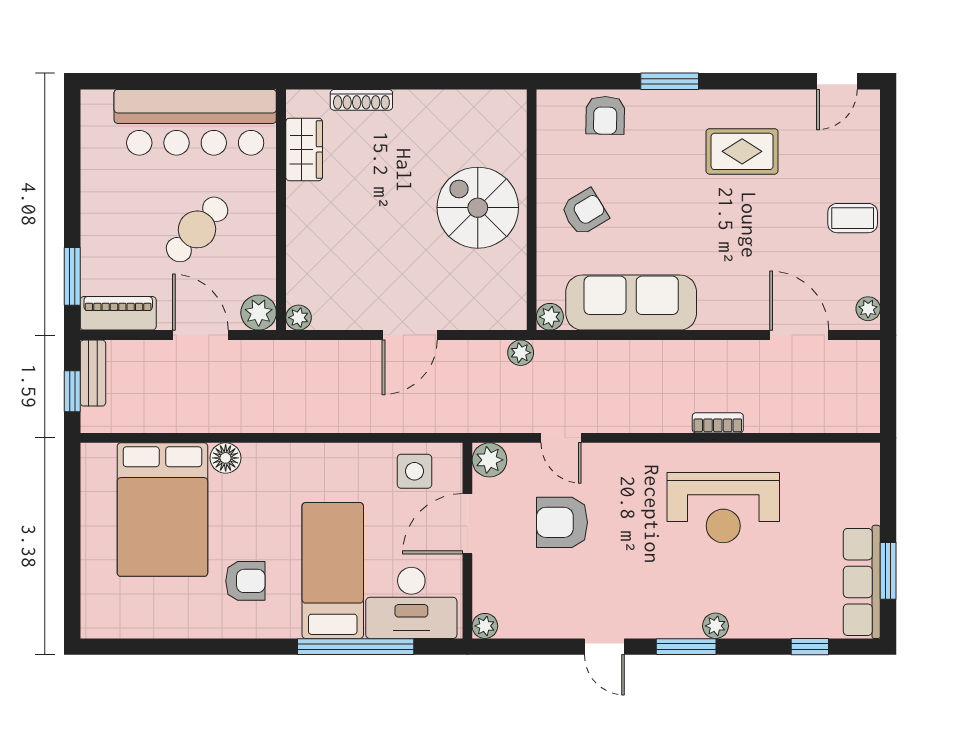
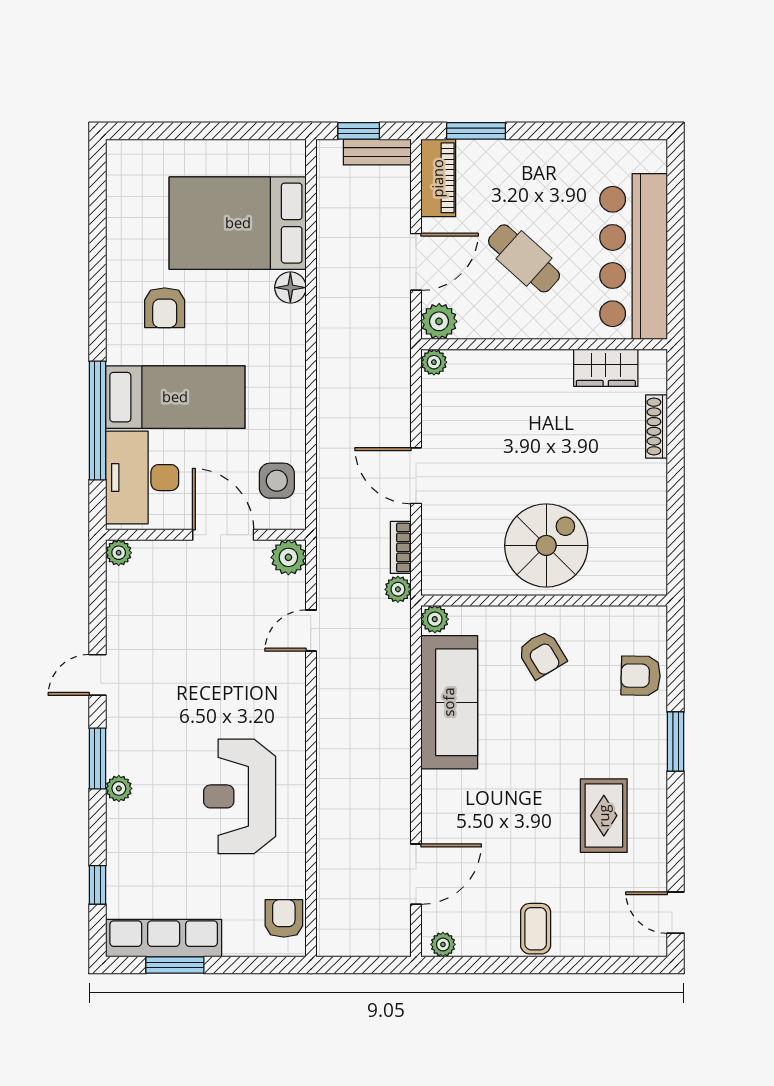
bookcase: (718, 423) -> (401, 547), moved, turned 180
armchair: (562, 522) -> (284, 918), moved, width x0.72, depth x0.72

